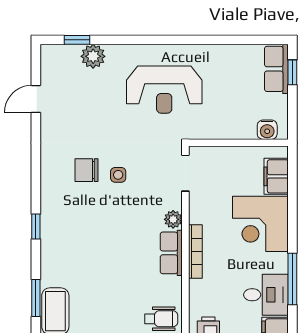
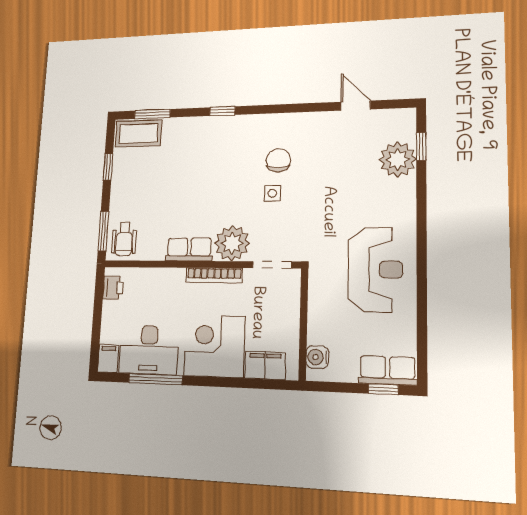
plant: (93, 56) -> (398, 160), width x1.36, depth x1.36
reception desk: (164, 90) -> (375, 269), moved, turned 180
plant: (173, 219) -> (232, 243), width x1.88, depth x1.88
bookcase: (195, 252) -> (214, 275), moved
desk: (266, 295) -> (149, 350), width x1.37

